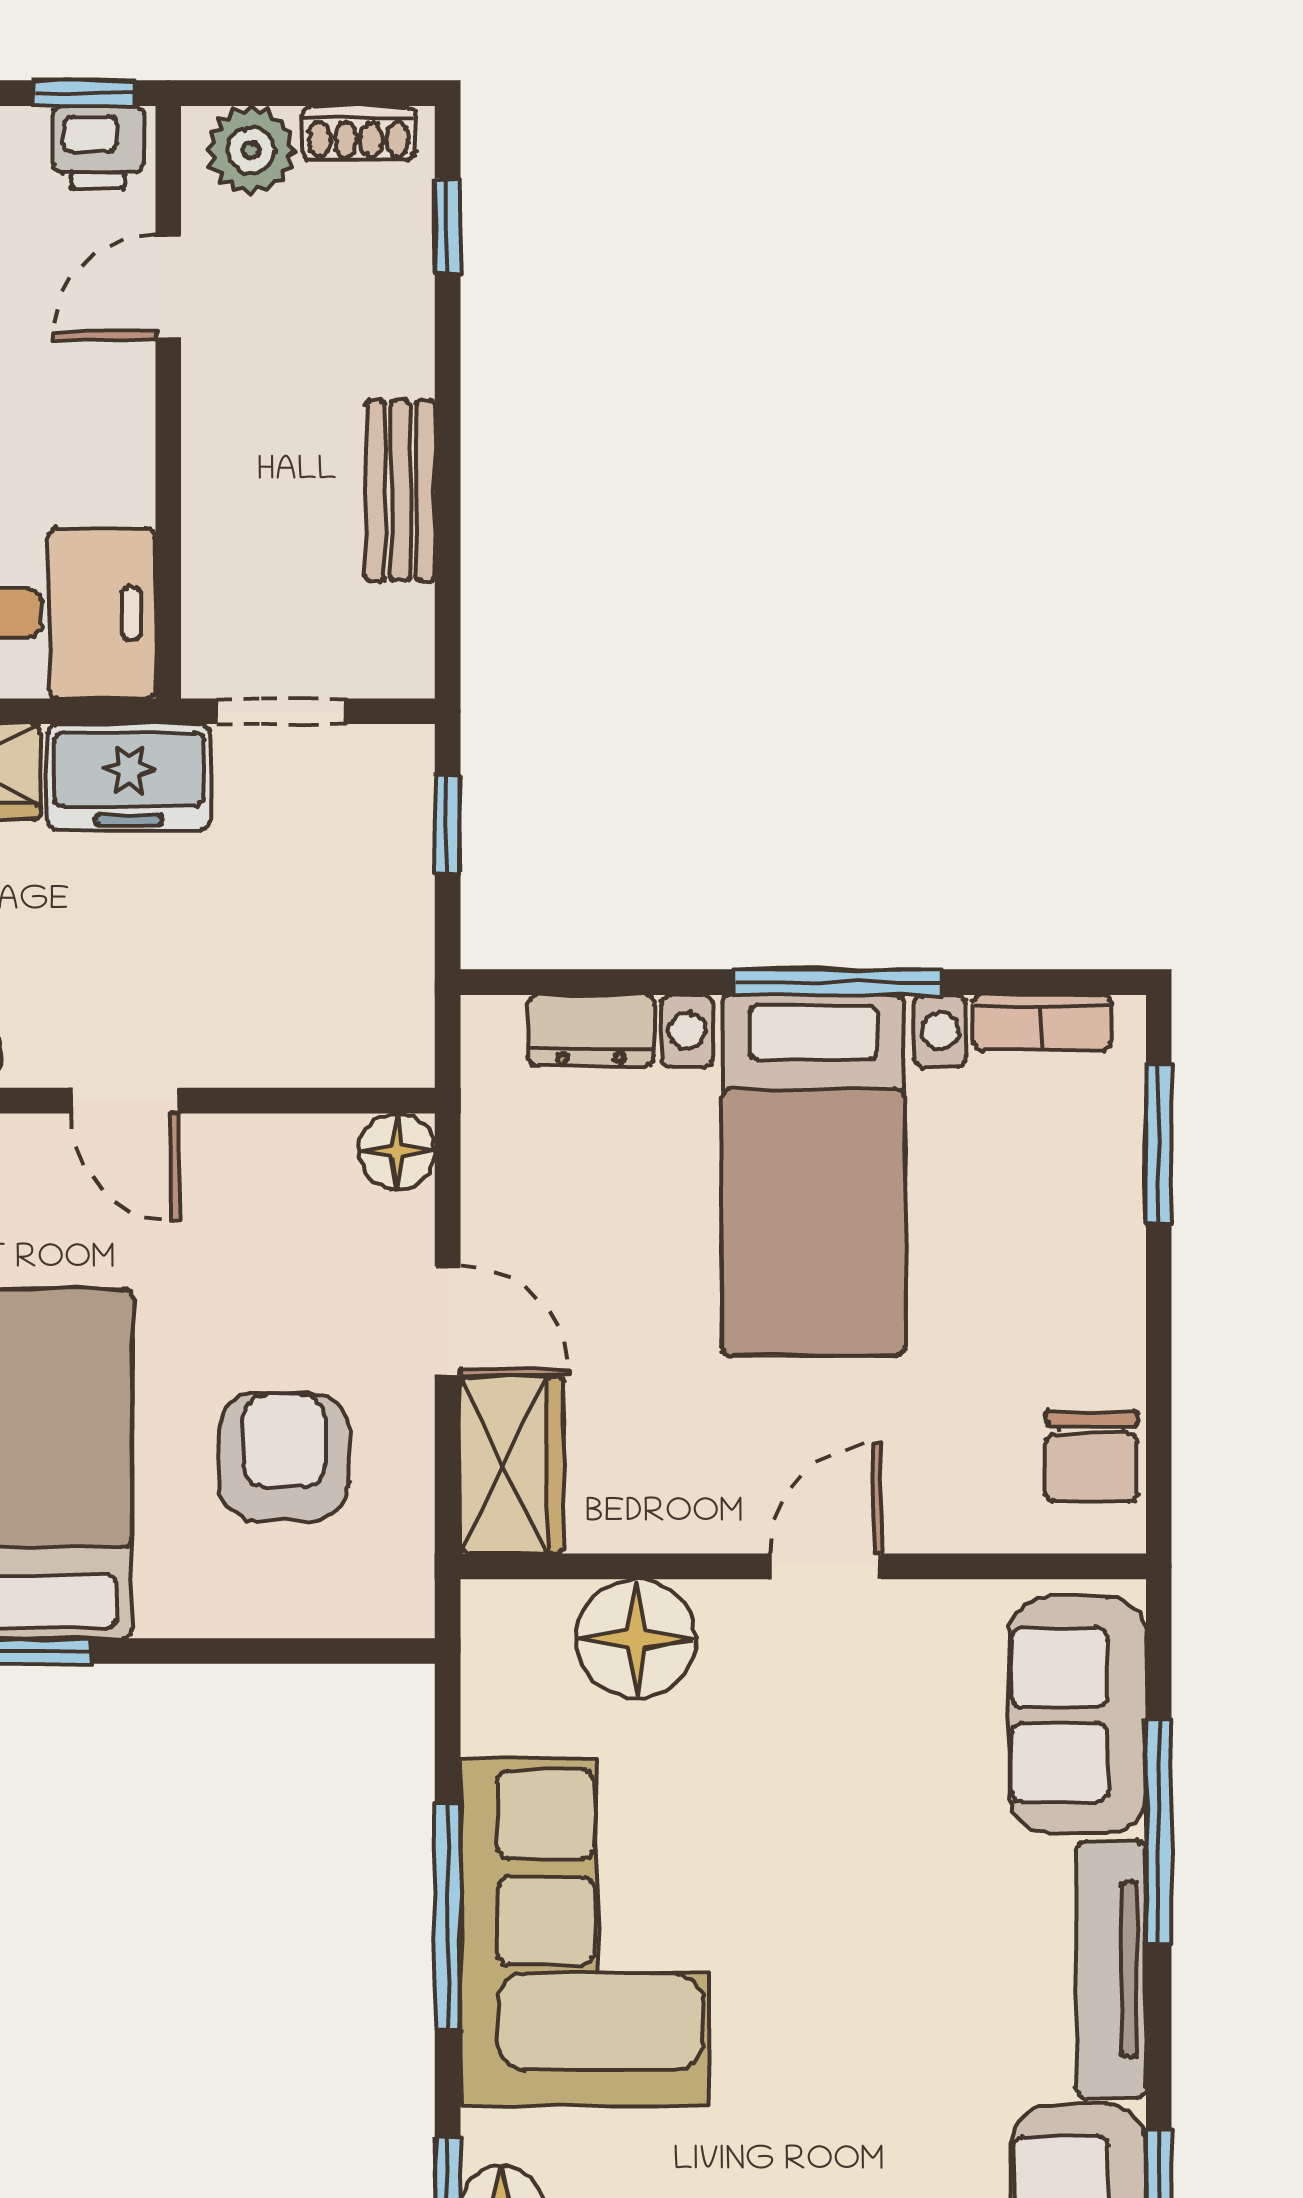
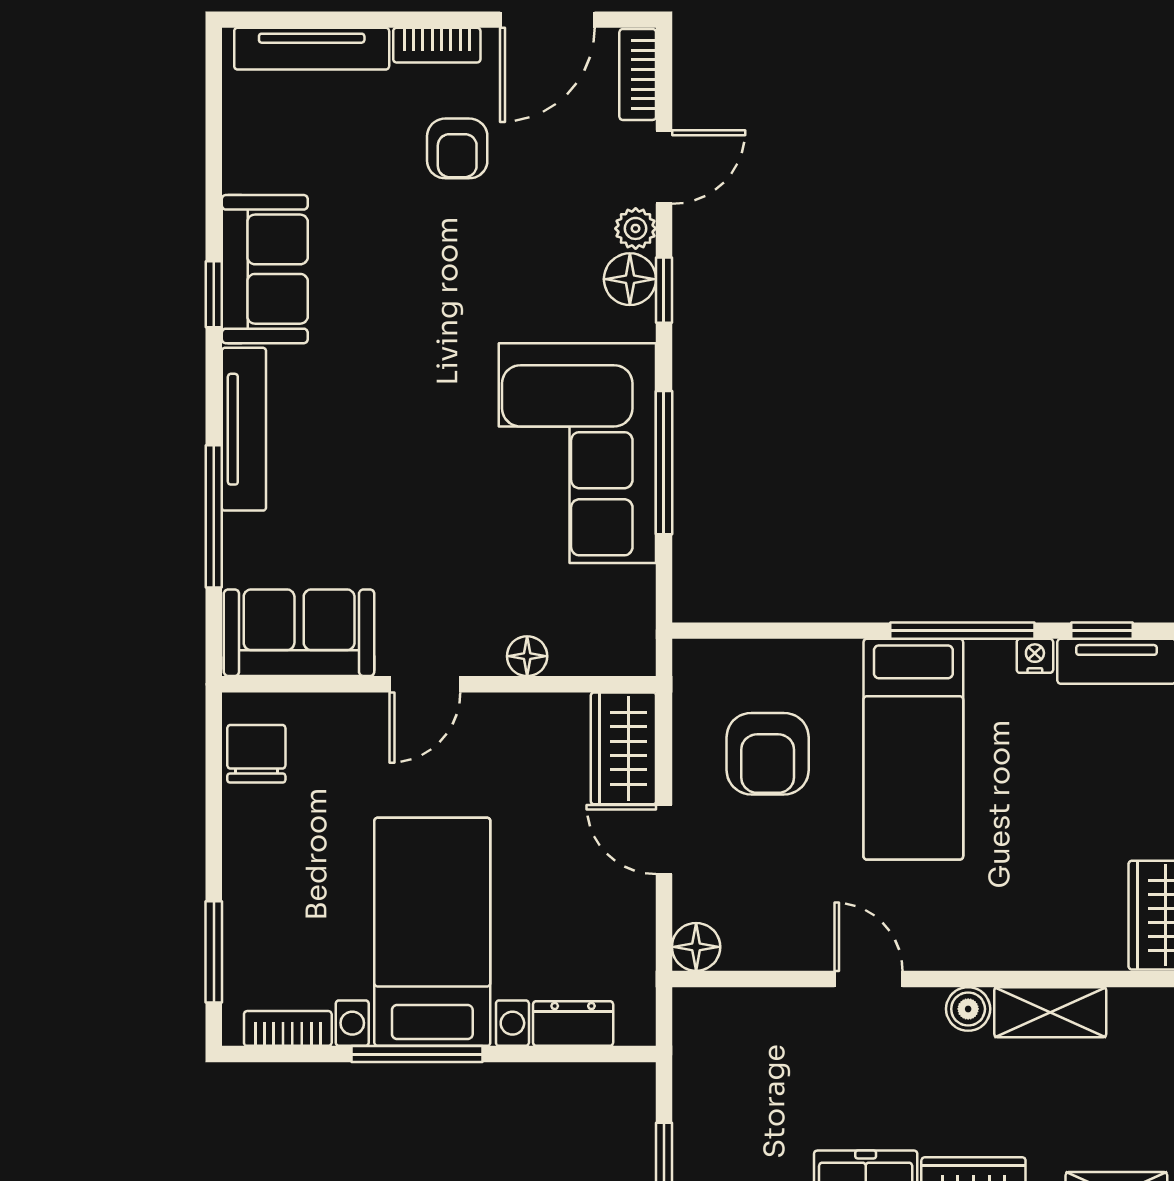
floor lamp: (636, 1639) -> (527, 656), width x0.53, depth x0.53
sofa: (1077, 1715) -> (299, 633), moved, turned -90

